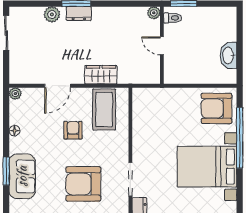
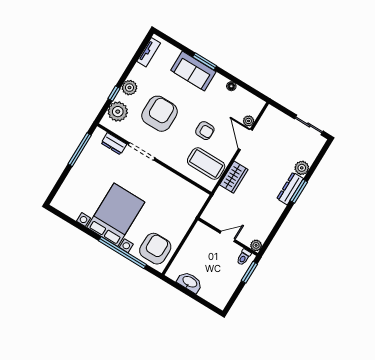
dresser: (79, 14) -> (290, 189), width x1.44
plant: (15, 94) -> (249, 121), moved

